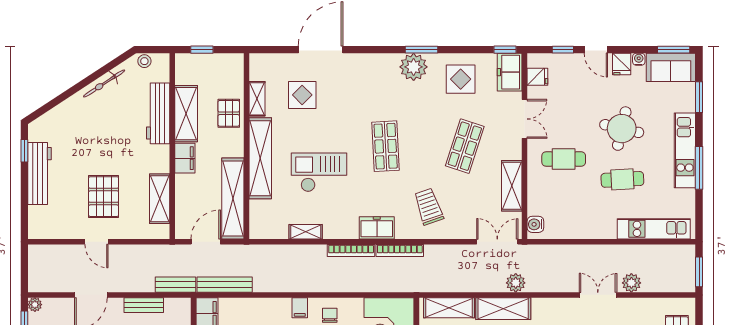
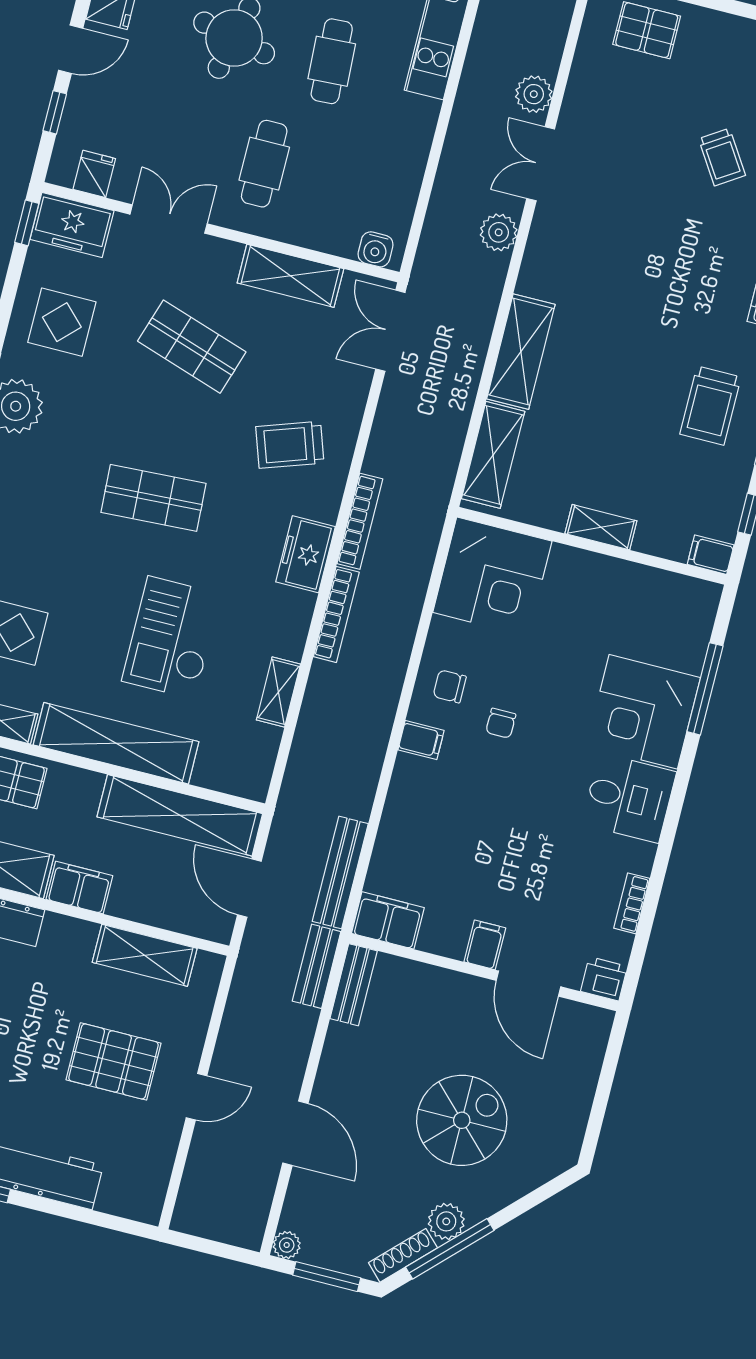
plant: (516, 283) -> (499, 232), moved
bench: (144, 305) -> (354, 985), moved

